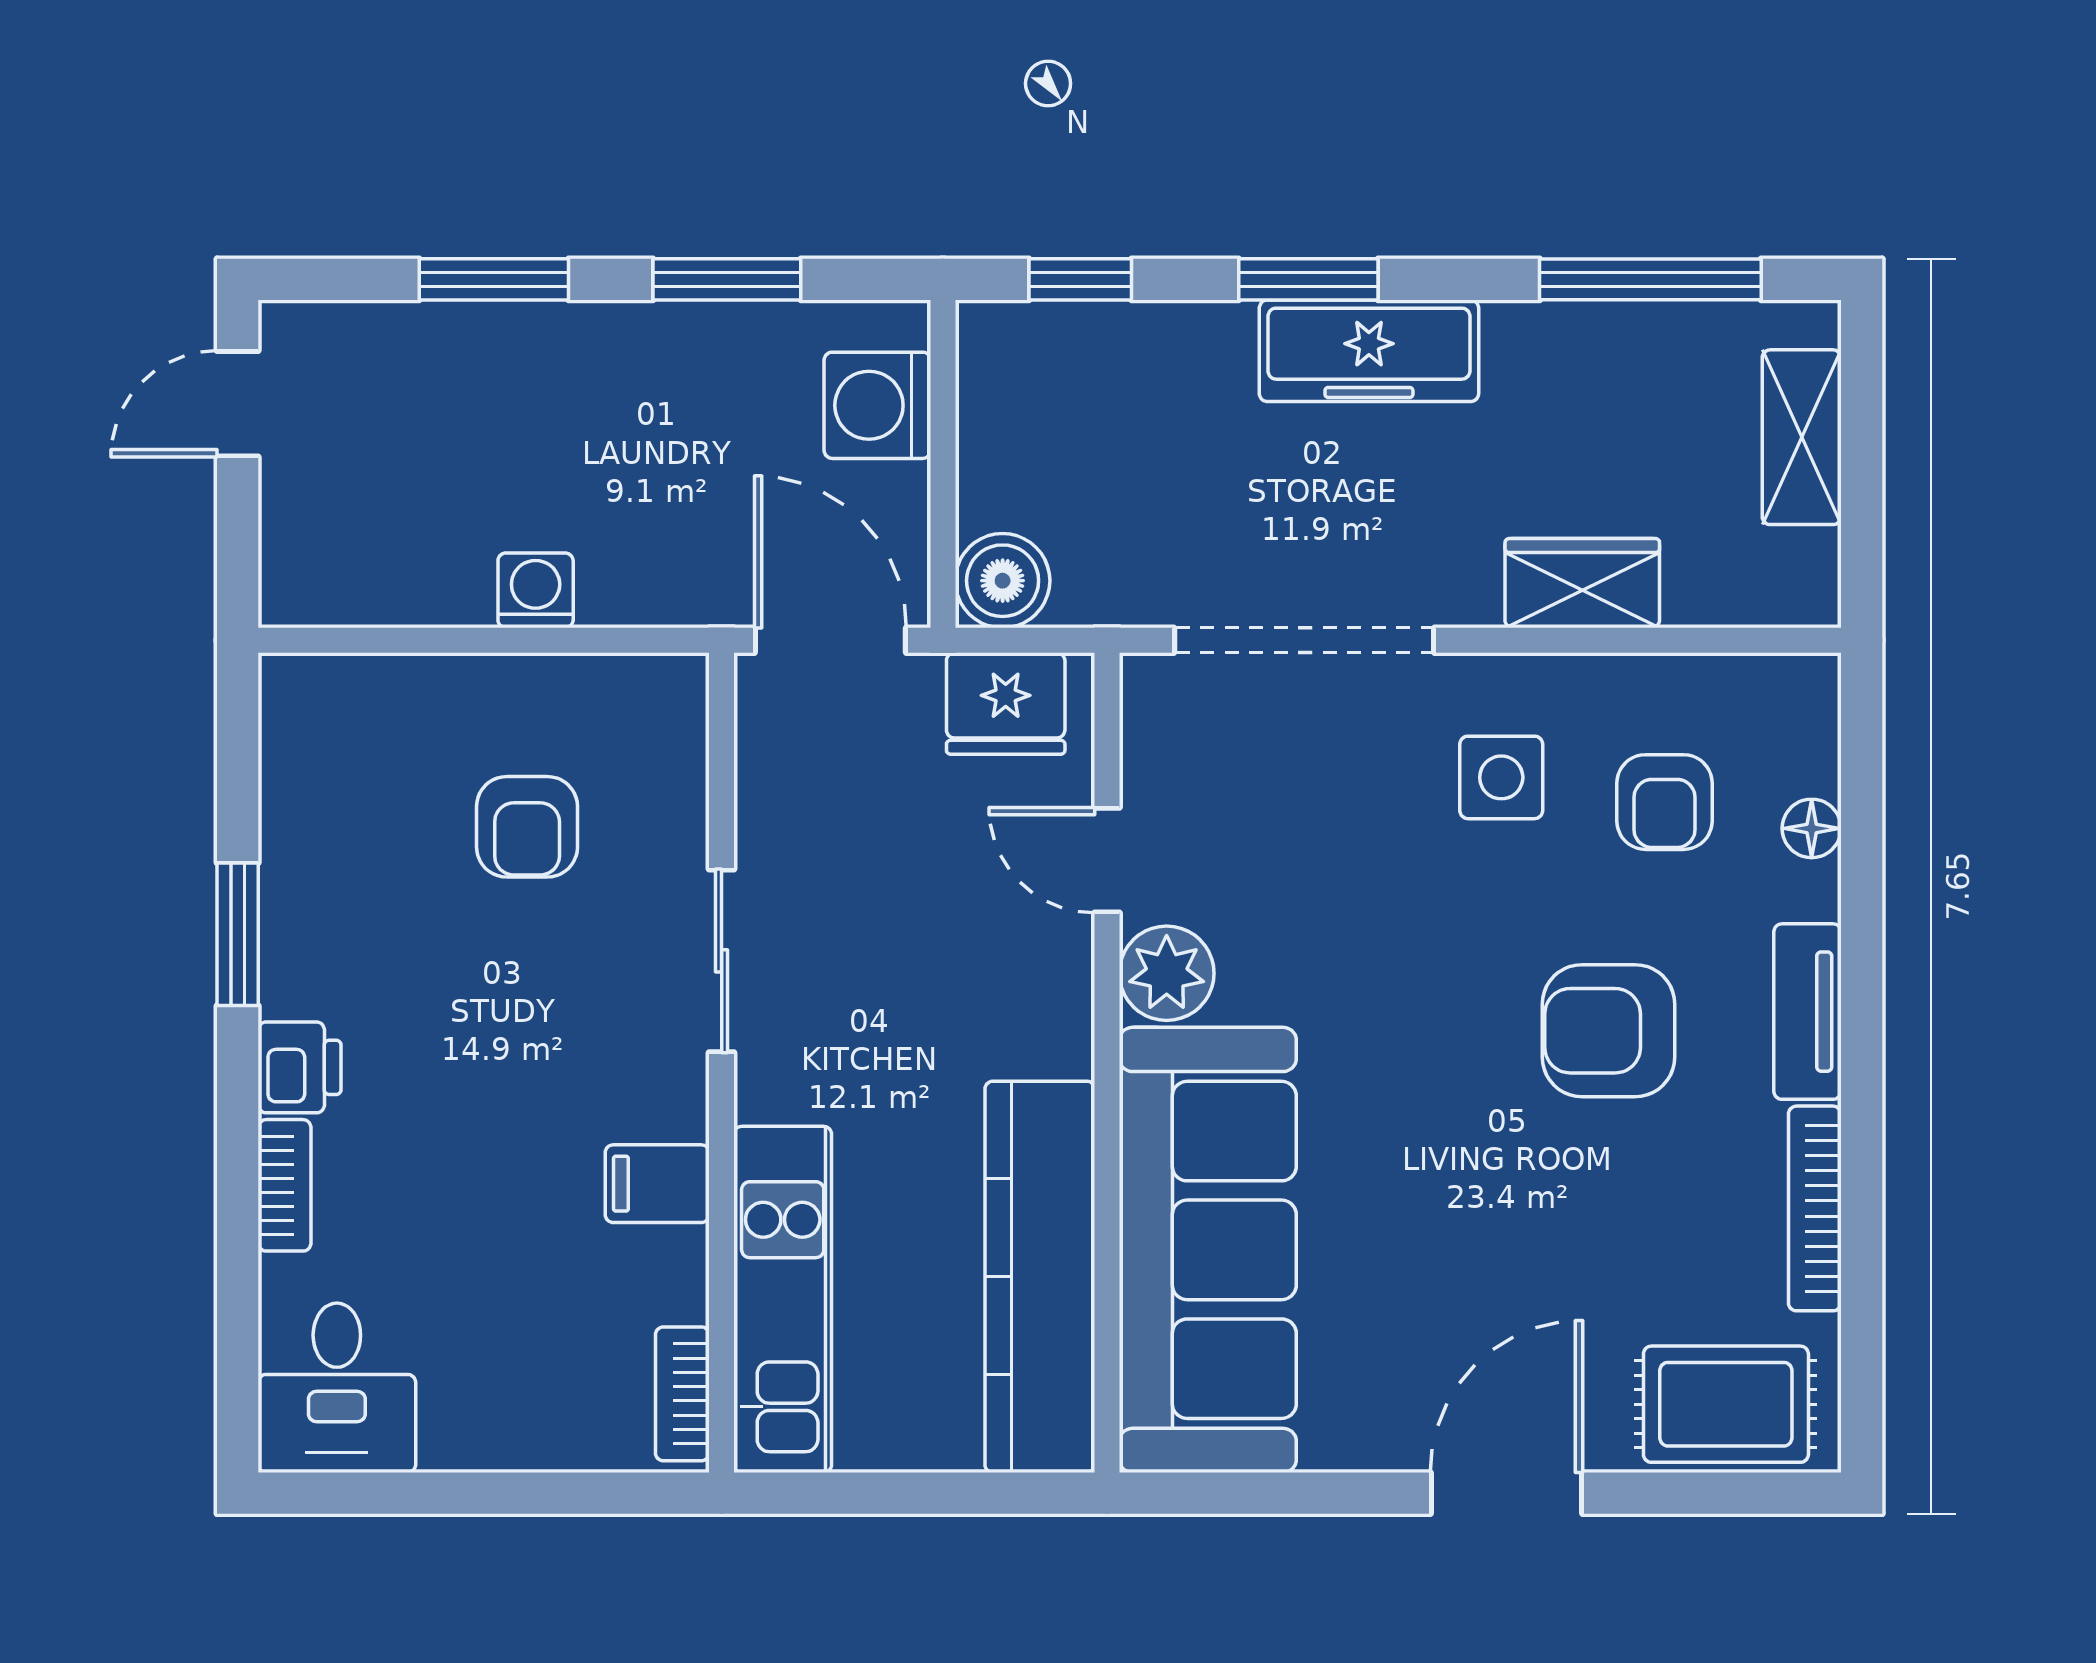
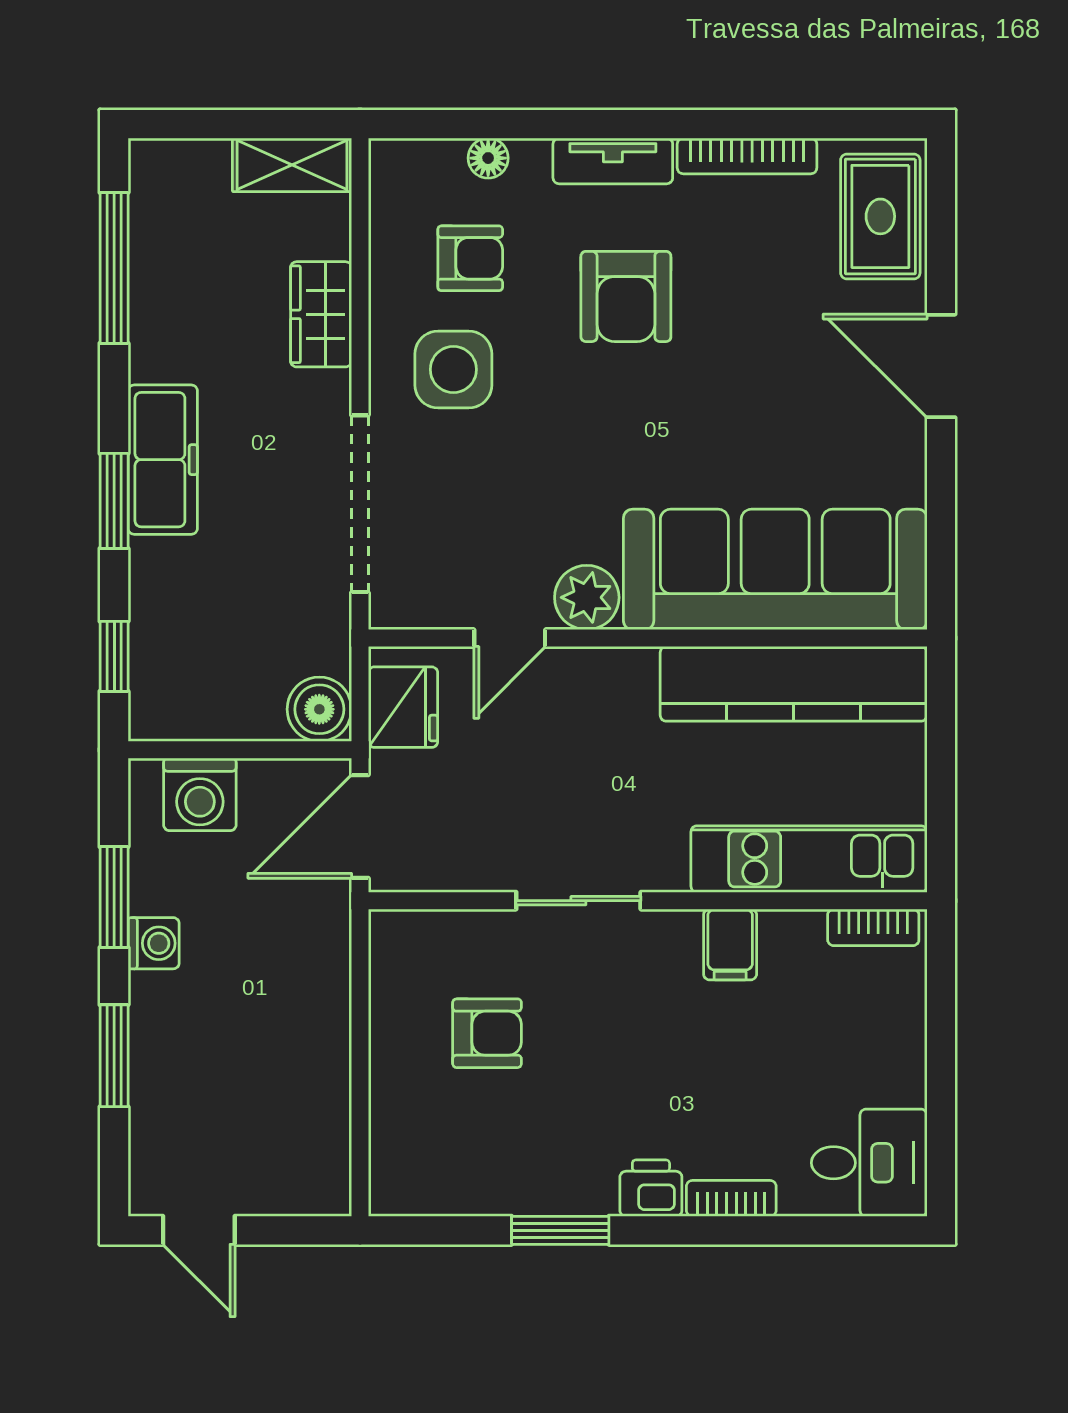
shelving: (1802, 437) -> (292, 165), moved
washing machine: (536, 590) -> (154, 943), moved, turned 180
side table: (1501, 777) -> (453, 369), width x1.37, depth x1.37

